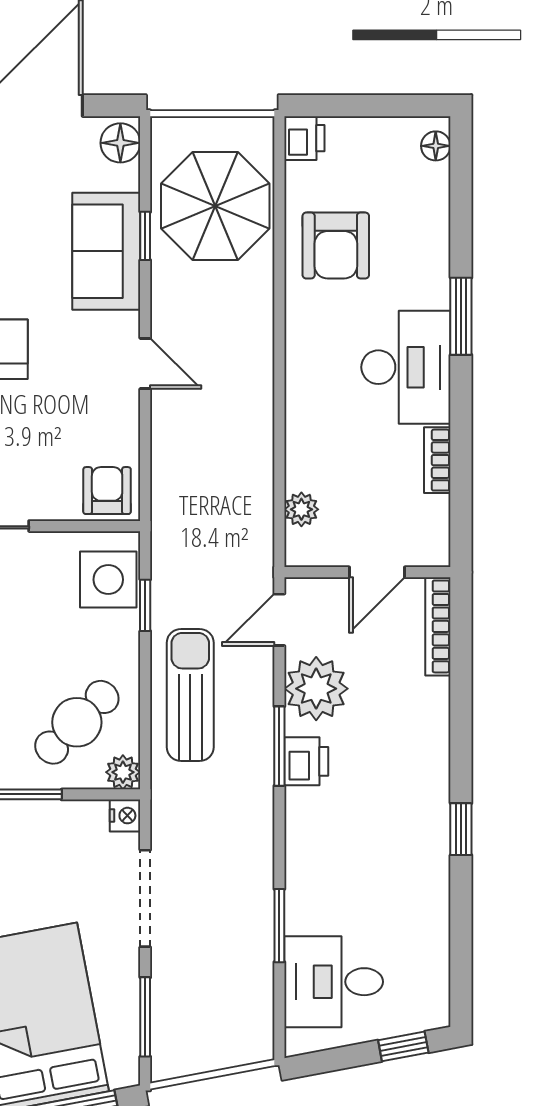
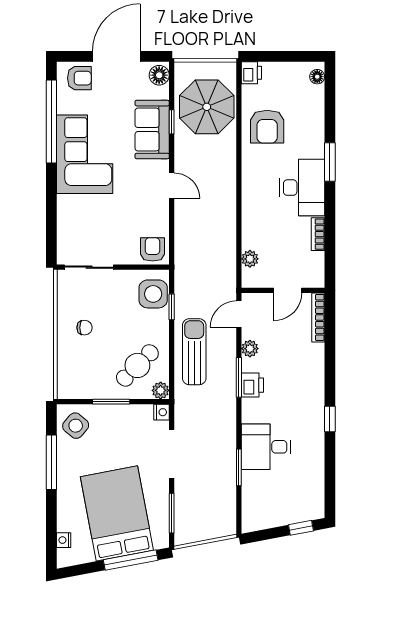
plant: (316, 689) -> (250, 349), width x0.53, depth x0.53
desk: (334, 982) -> (266, 447), moved

